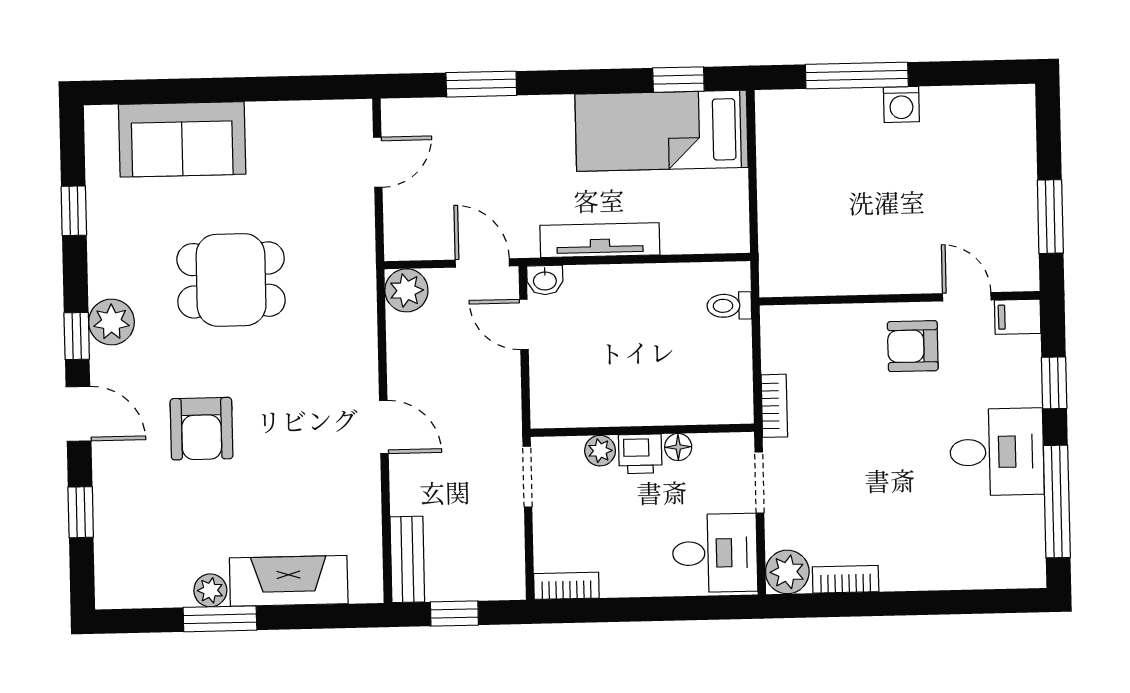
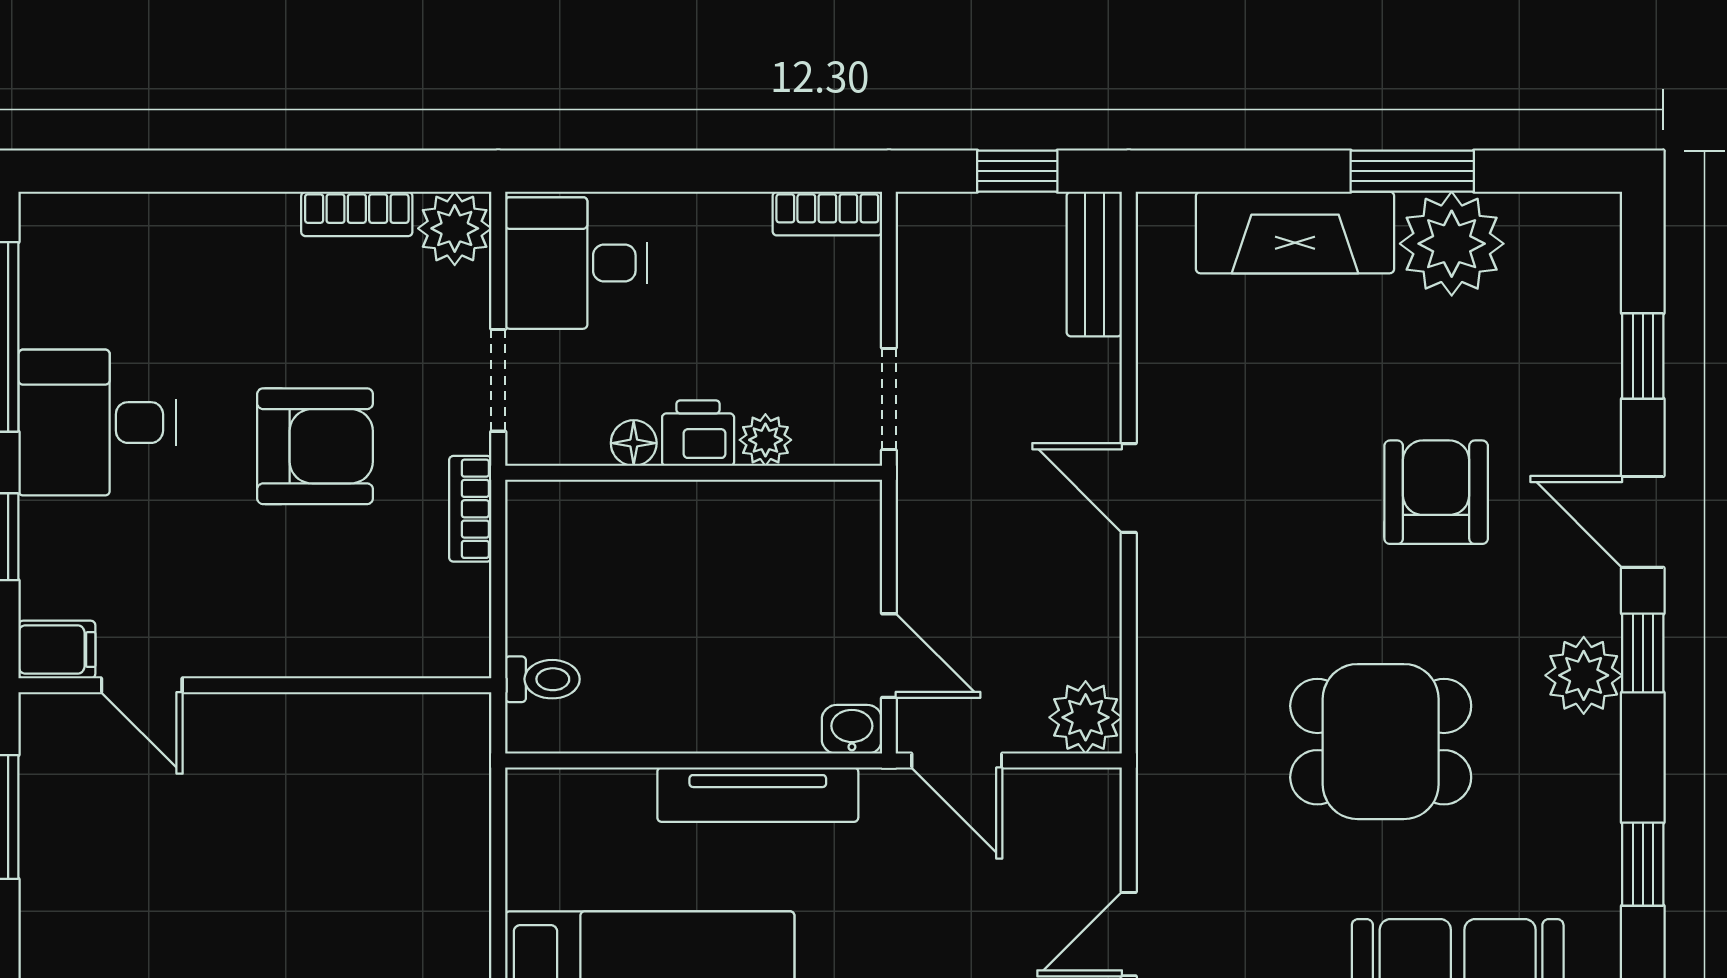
armchair: (913, 346) -> (315, 446), moved, width x1.38, depth x1.38
plant: (210, 590) -> (1452, 244), width x1.88, depth x1.88

